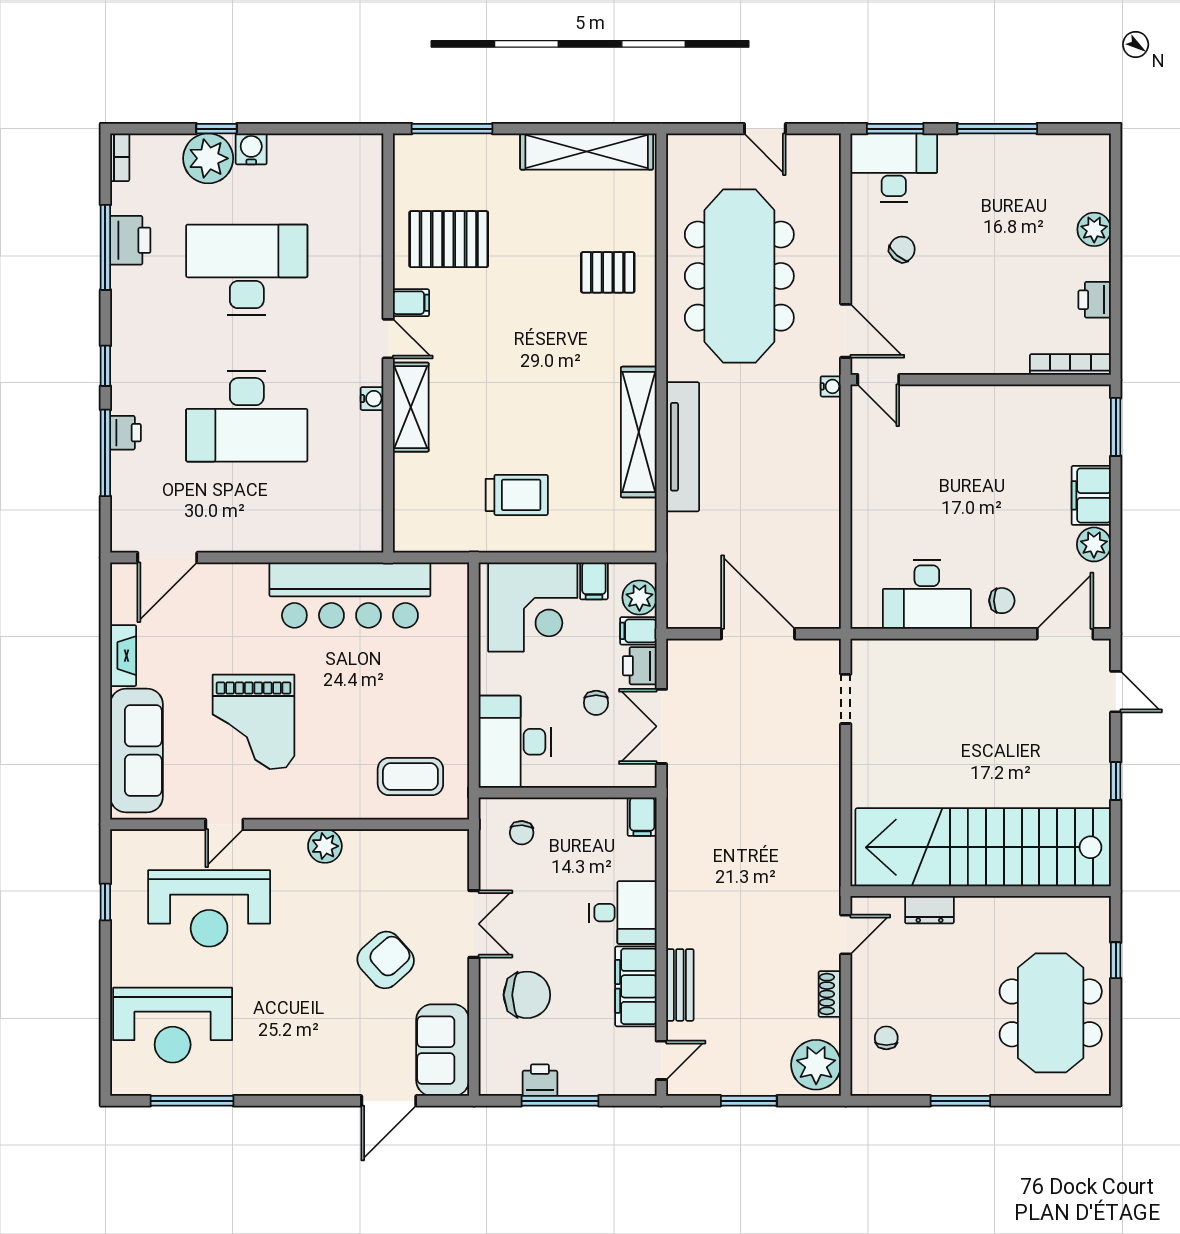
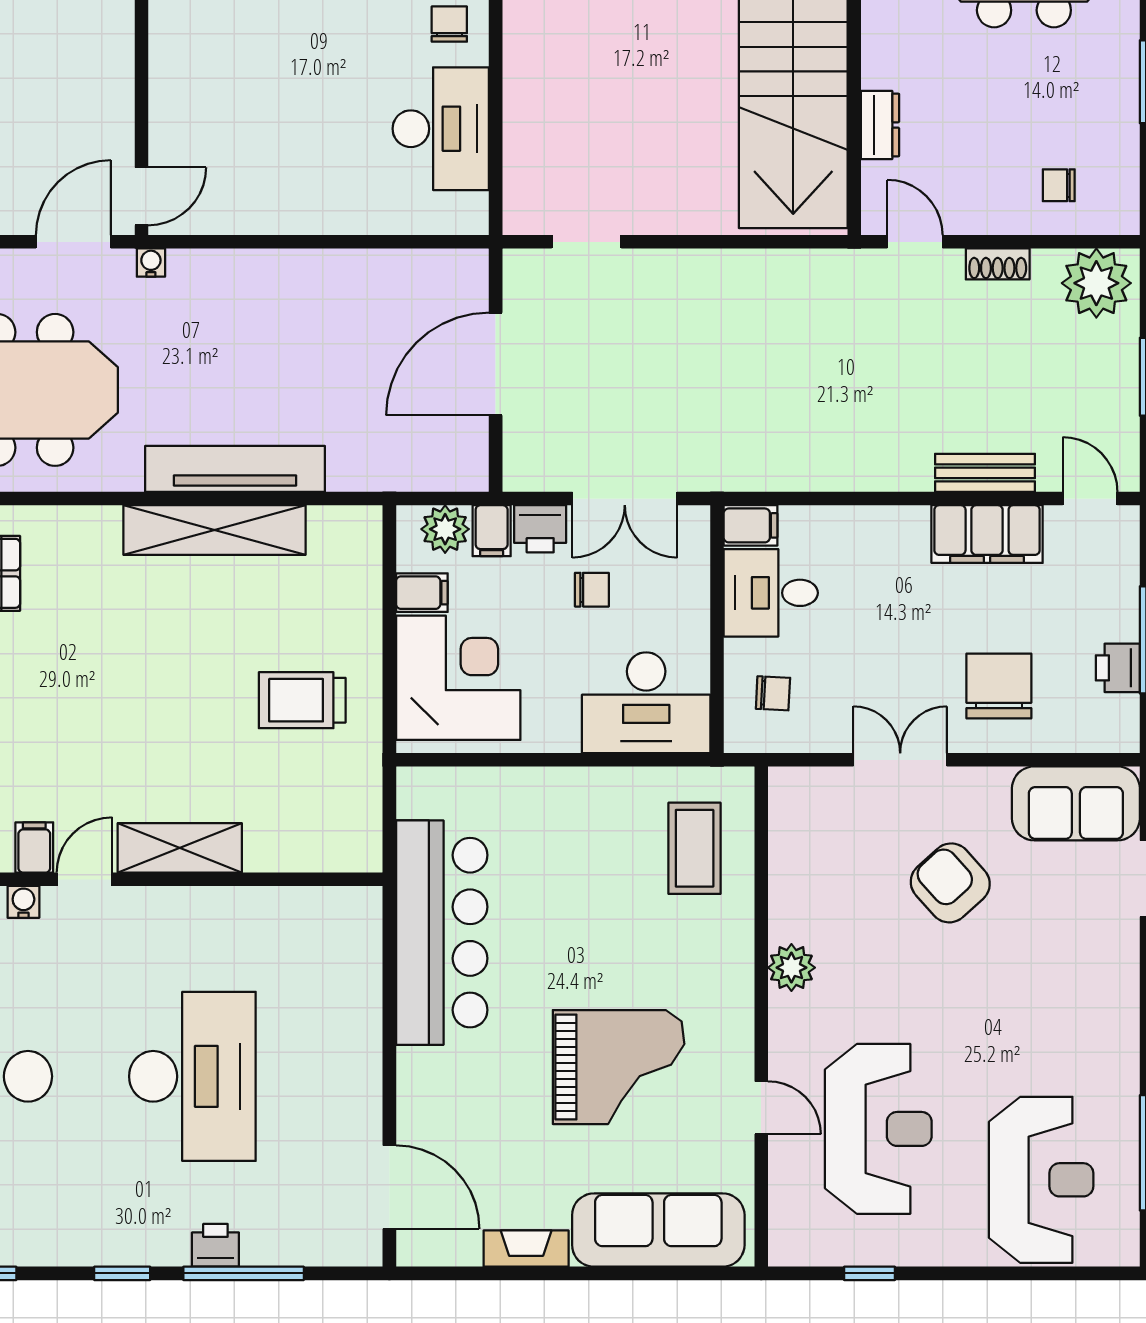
water cooler: (372, 399) -> (23, 902), moved
trolley: (517, 495) -> (302, 700), turned -90
desk: (623, 913) -> (771, 593), moved, turned -90

